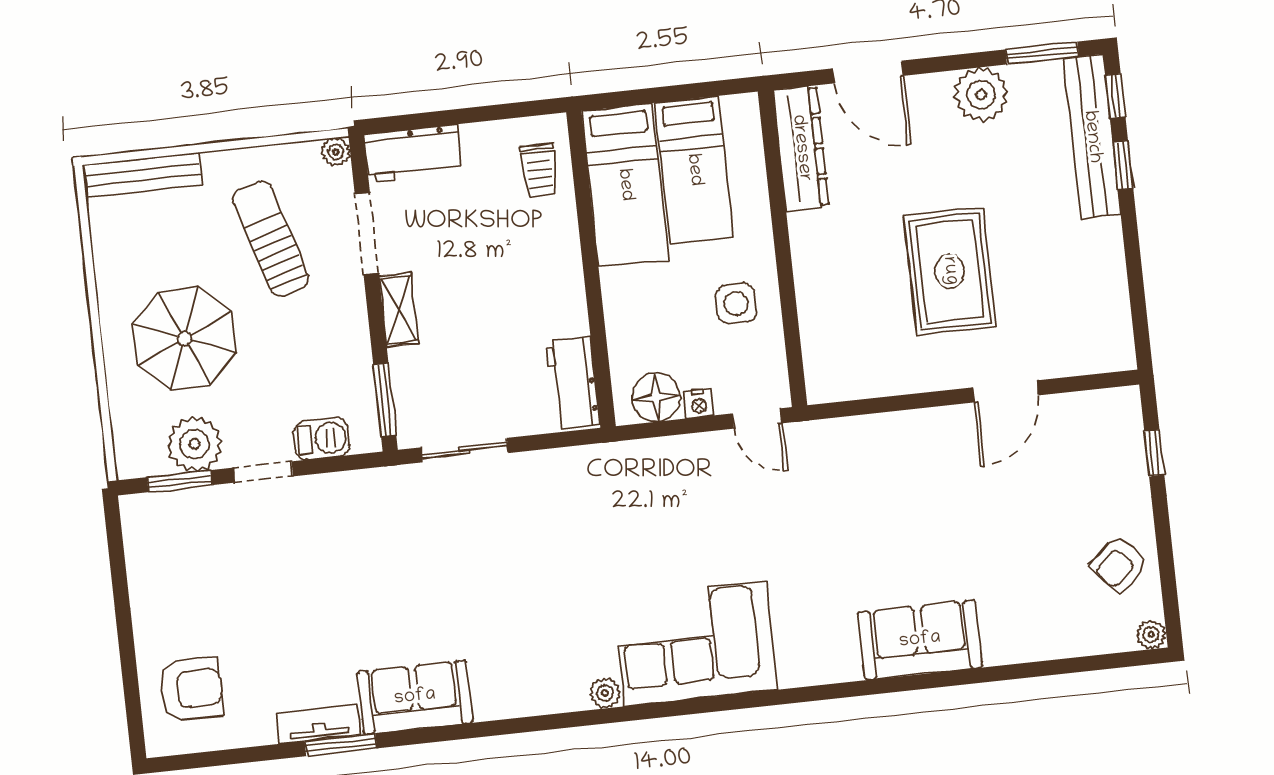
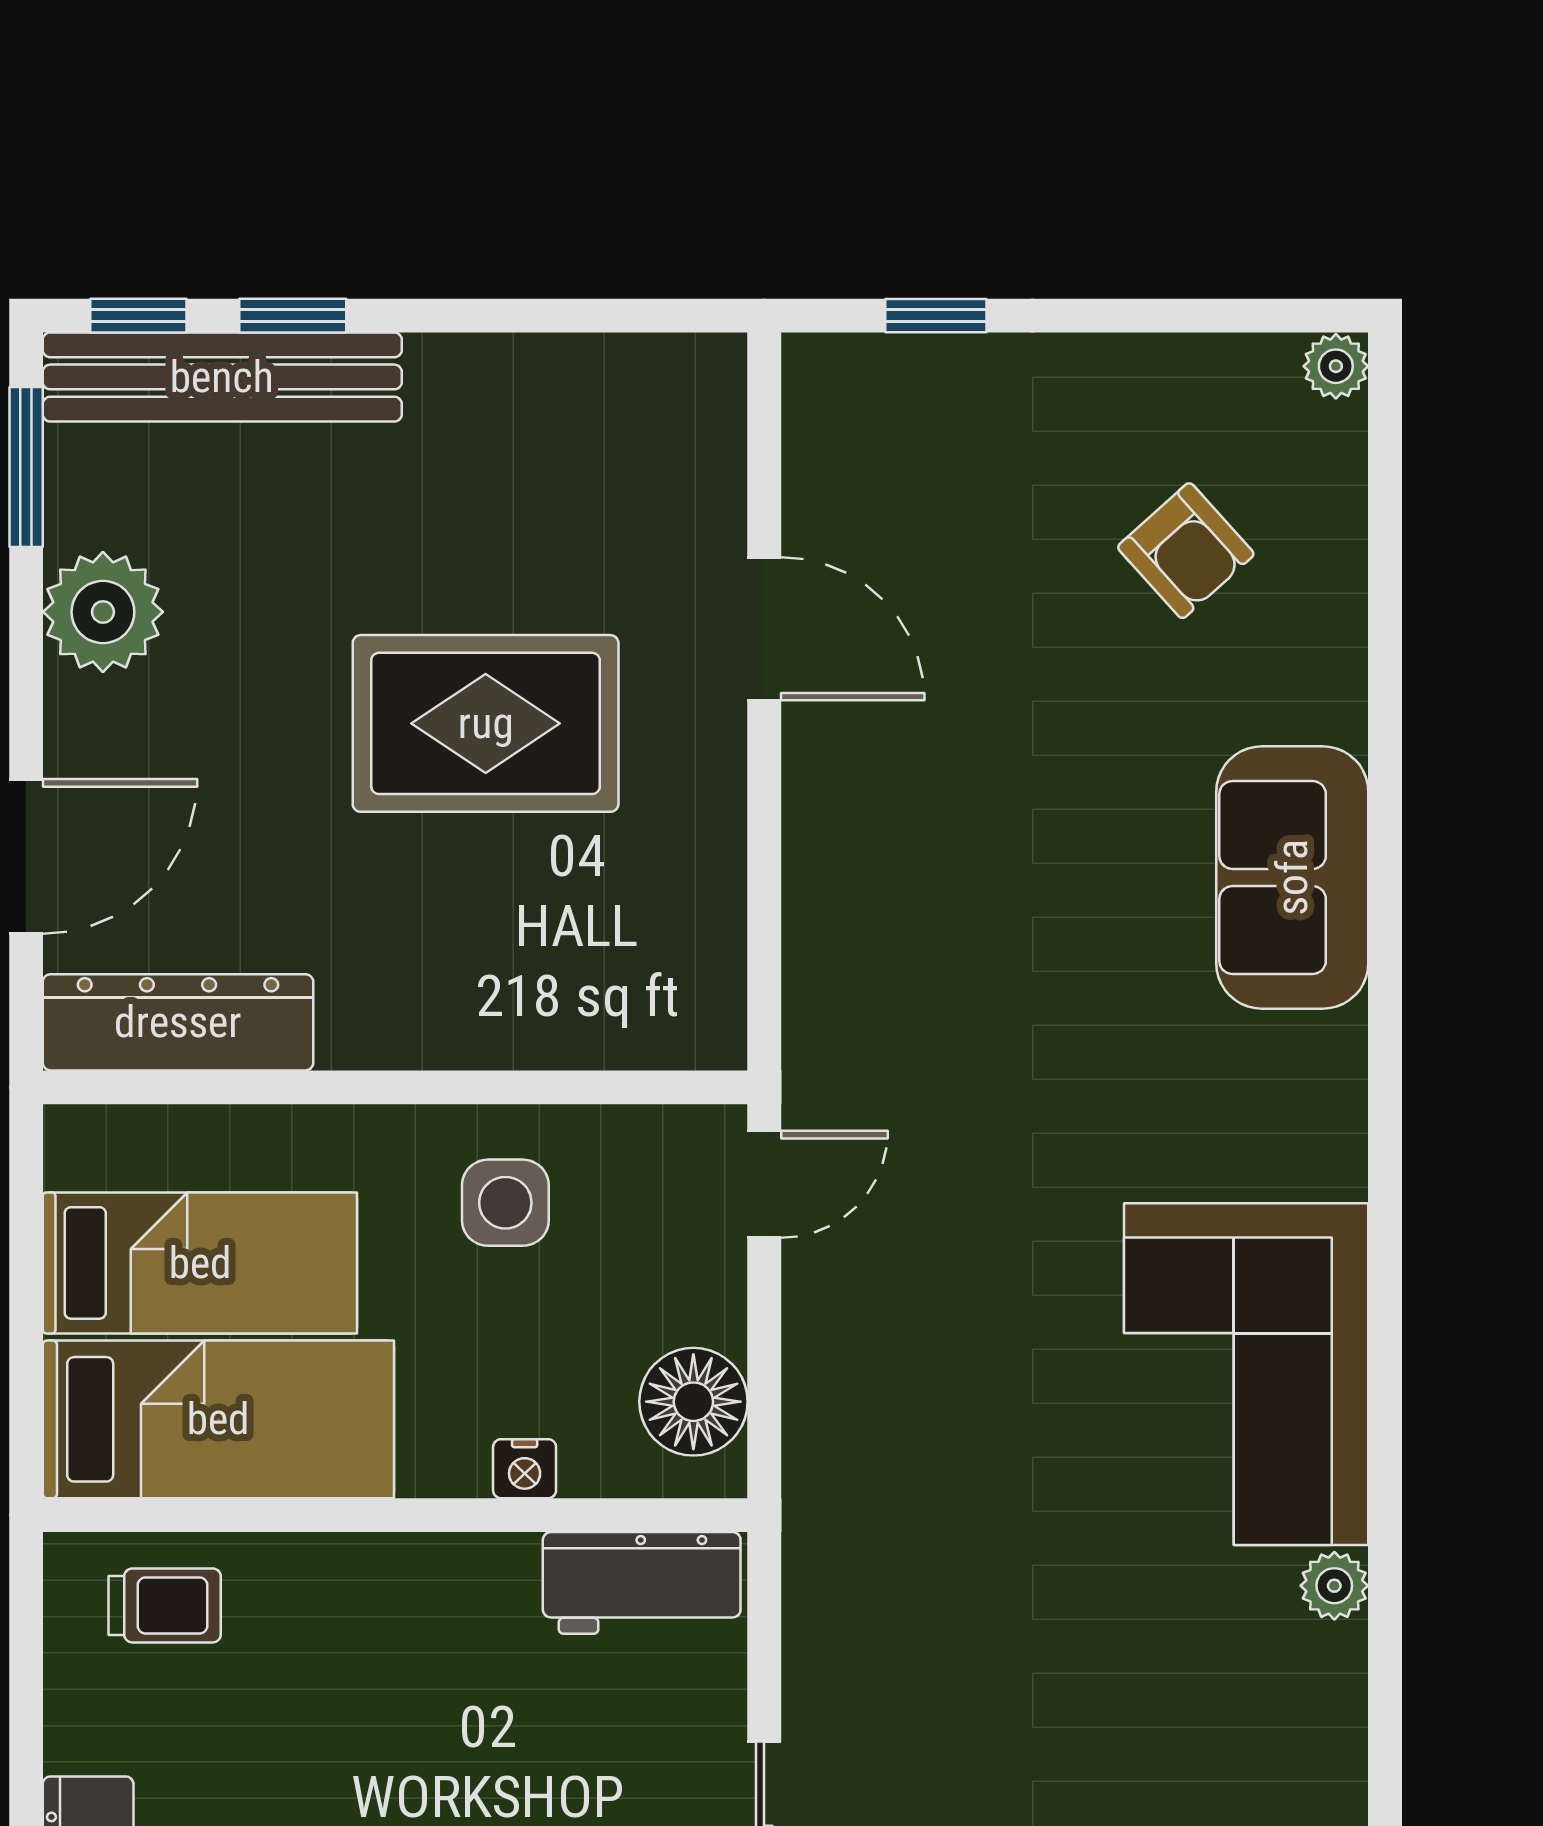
nightstand: (699, 404) -> (525, 1469), moved, turned 90
armchair: (1119, 564) -> (1186, 551), moved

